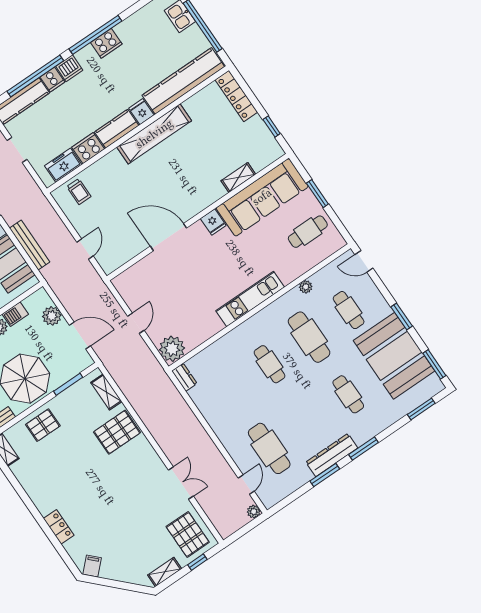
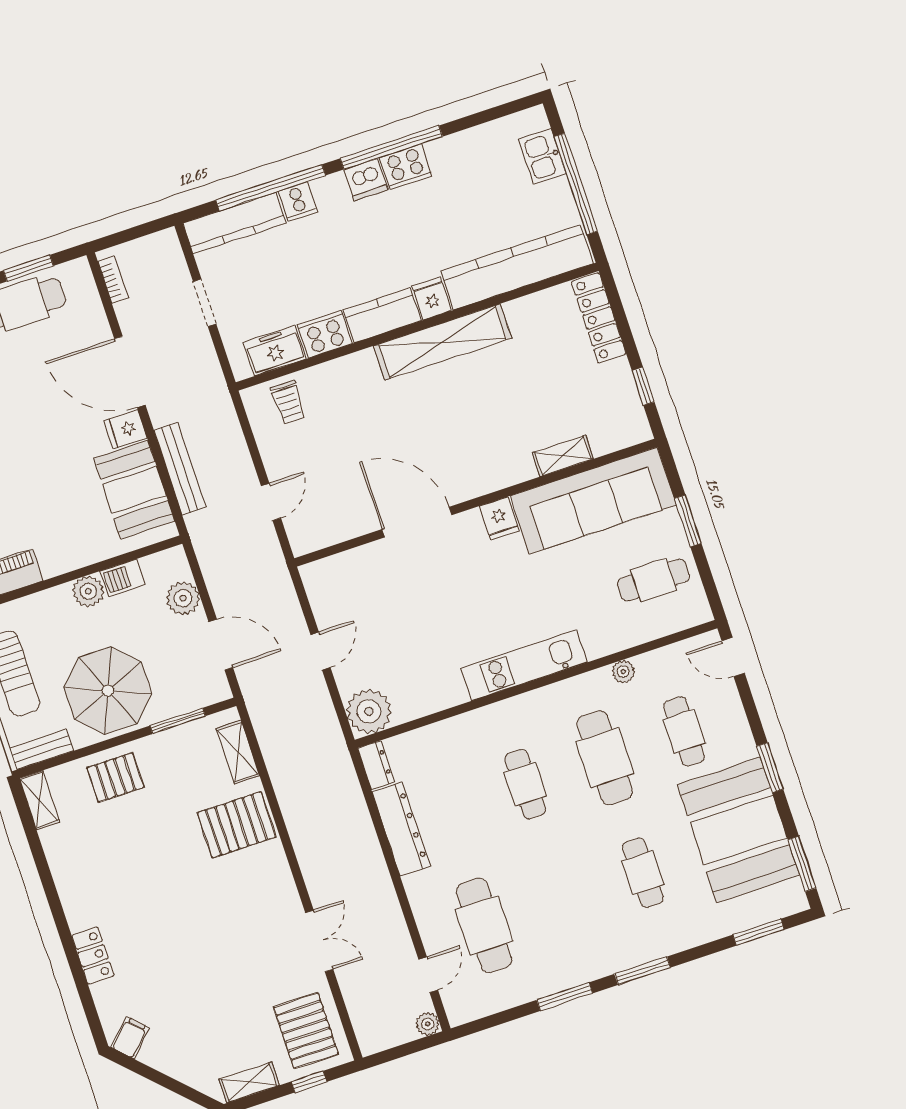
dishwasher: (69, 68) -> (366, 180), moved
dresser: (332, 455) -> (401, 829), moved, turned 90

